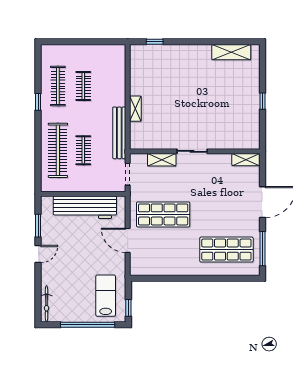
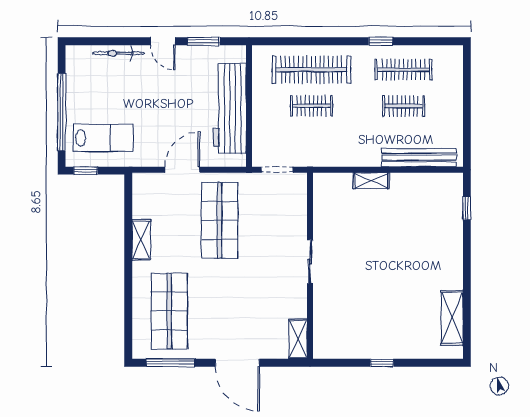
bench: (119, 133) -> (419, 158), moved
shelving: (162, 160) -> (141, 240), moved
bicycle: (47, 304) -> (119, 53), moved

